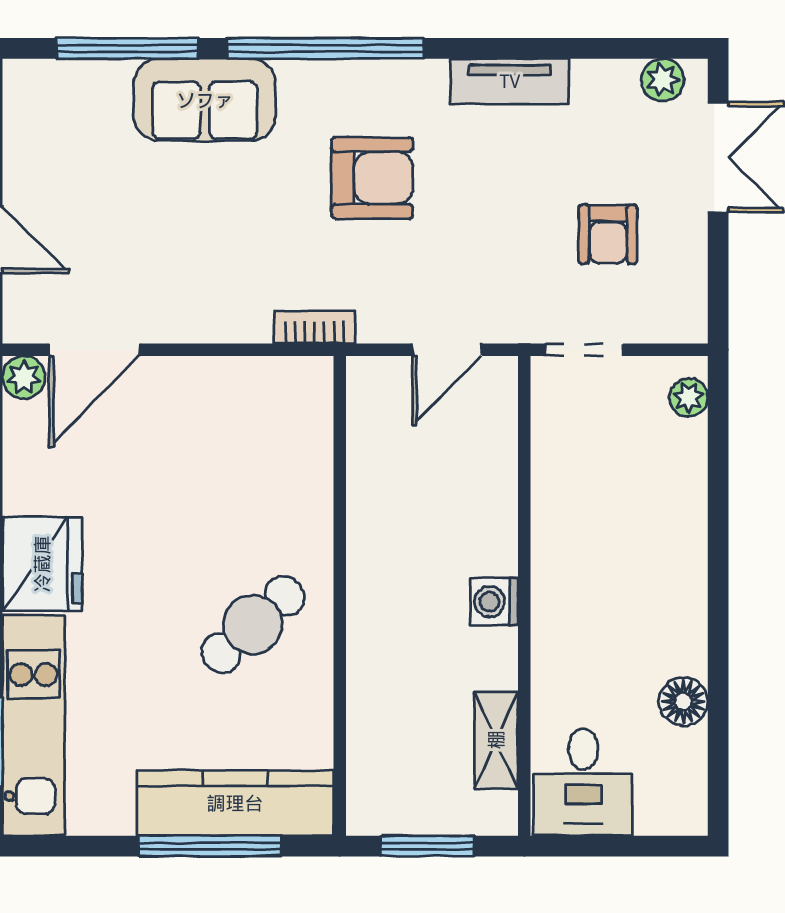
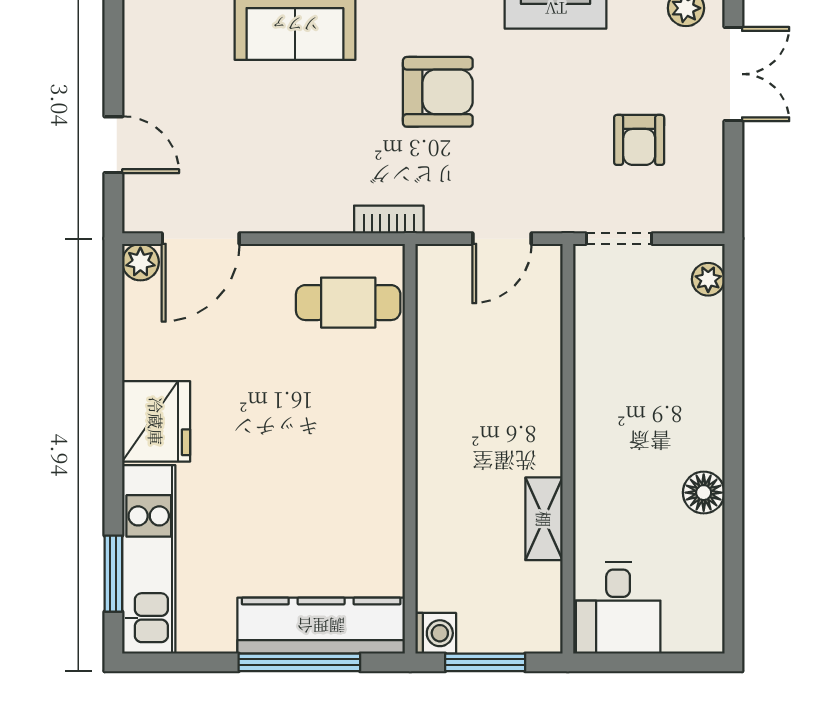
washing machine: (494, 602) -> (436, 633), moved, turned 180
cafe table: (253, 625) -> (348, 303), moved, turned 42
floor lamp: (683, 702) -> (704, 493), moved
shelving: (496, 740) -> (544, 519), moved

